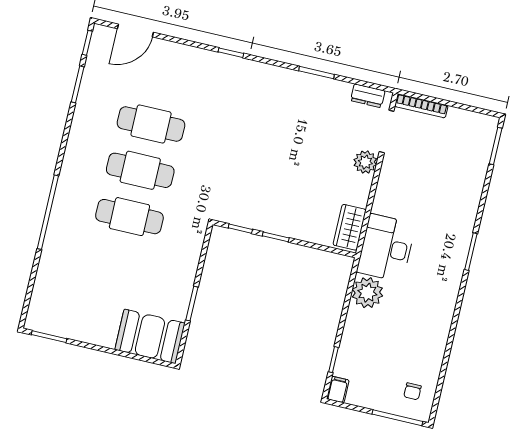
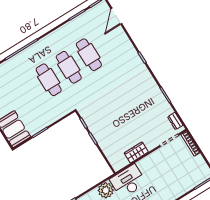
door: (135, 30) -> (116, 16), hinge flipped
plant: (365, 162) -> (151, 144), removed
wardrobe: (350, 227) -> (136, 152), moved

